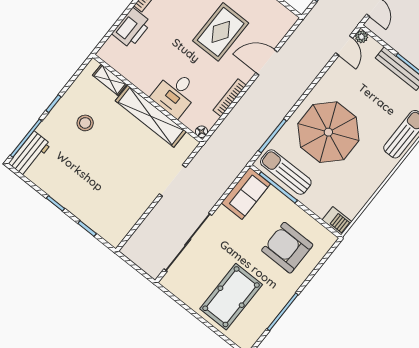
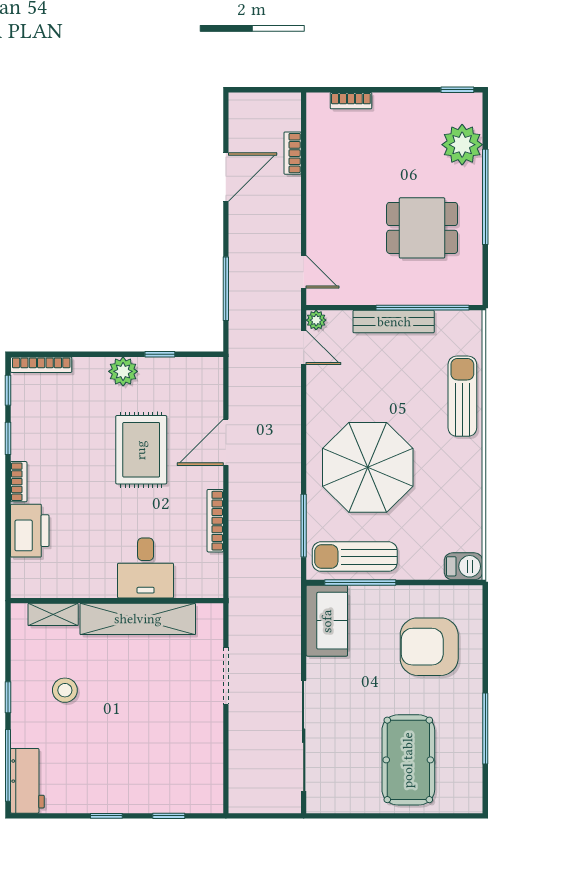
floor lamp: (202, 132) -> (214, 589), removed

